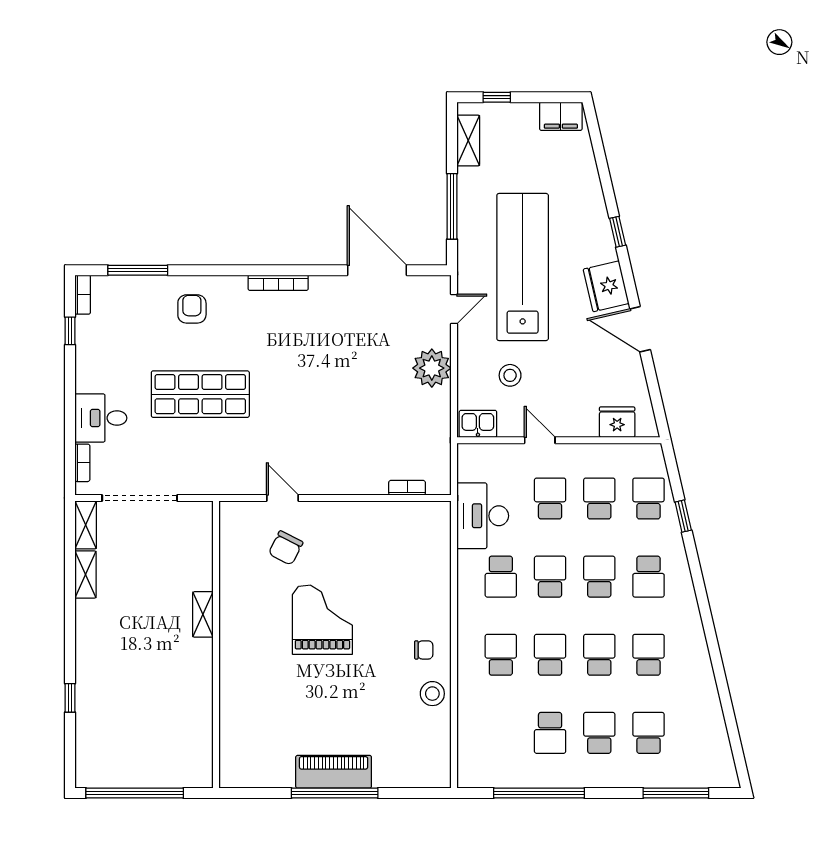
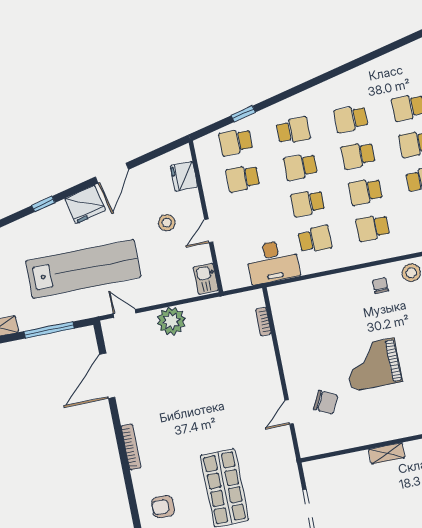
lab bench: (523, 267) -> (83, 269), turned 180
stool: (510, 375) -> (167, 223), moved
school desk: (550, 499) -> (250, 215), removed

